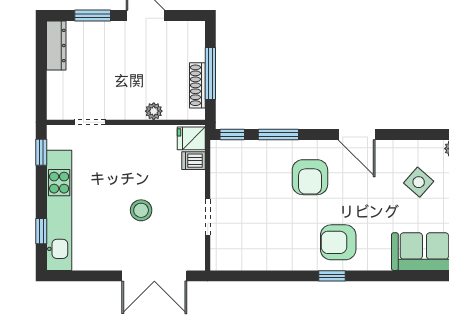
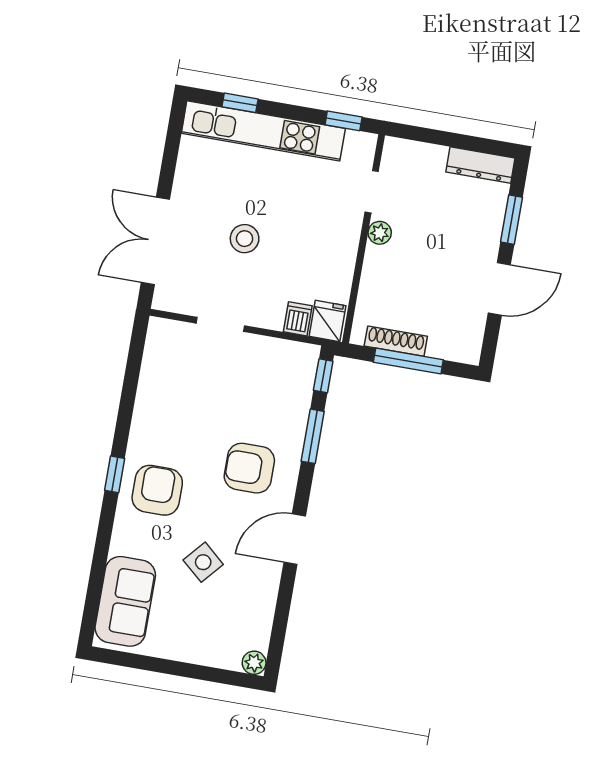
plant: (154, 111) -> (380, 233), moved
side table: (419, 182) -> (203, 562), moved

